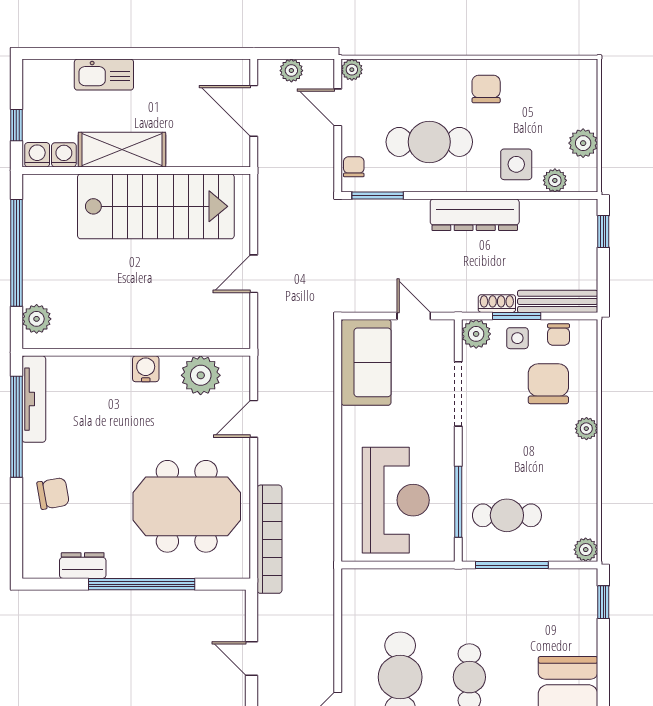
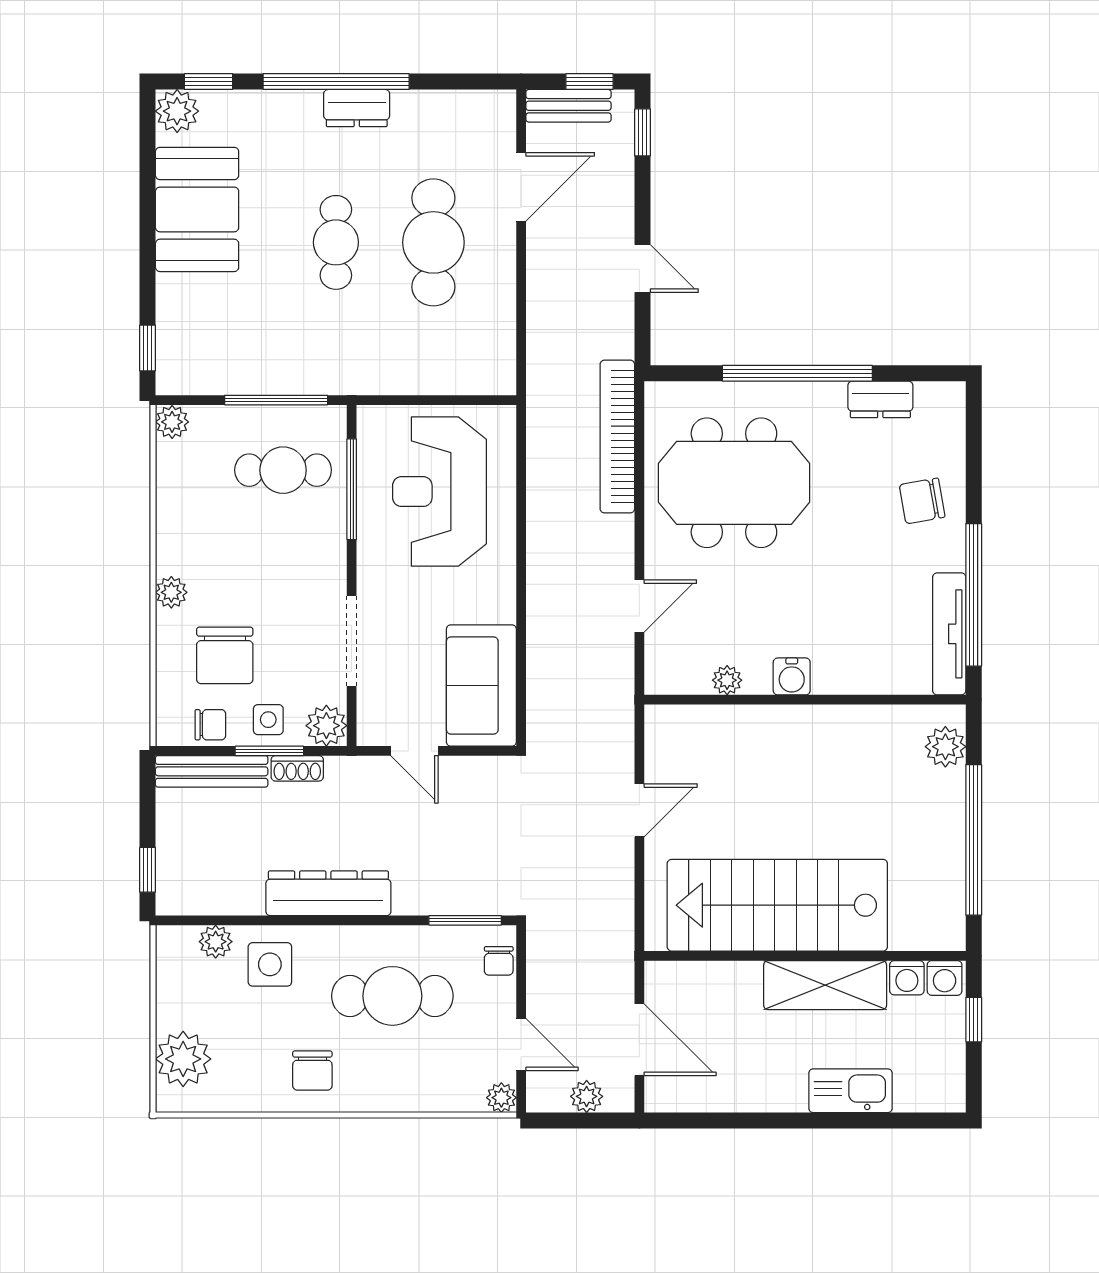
plant: (583, 143) -> (183, 1059), moved, width x1.36, depth x1.36
chair: (559, 335) -> (210, 725), turned 90
plant: (201, 375) -> (727, 680), width x0.53, depth x0.53

